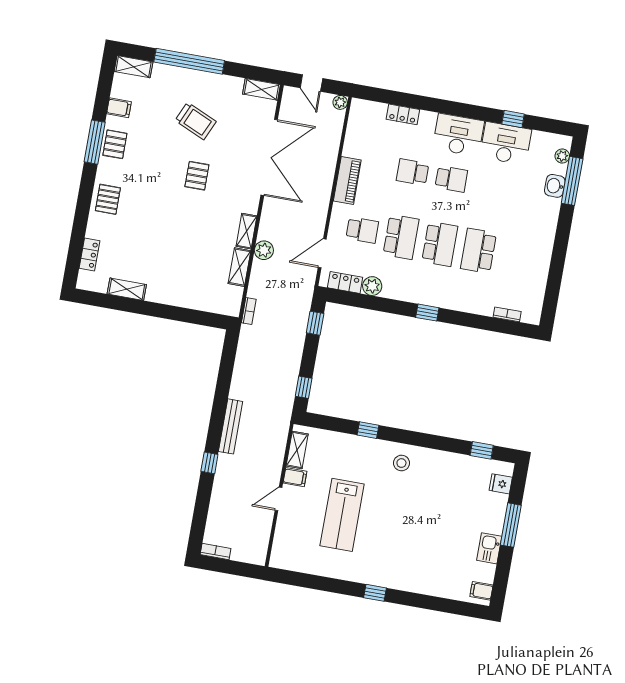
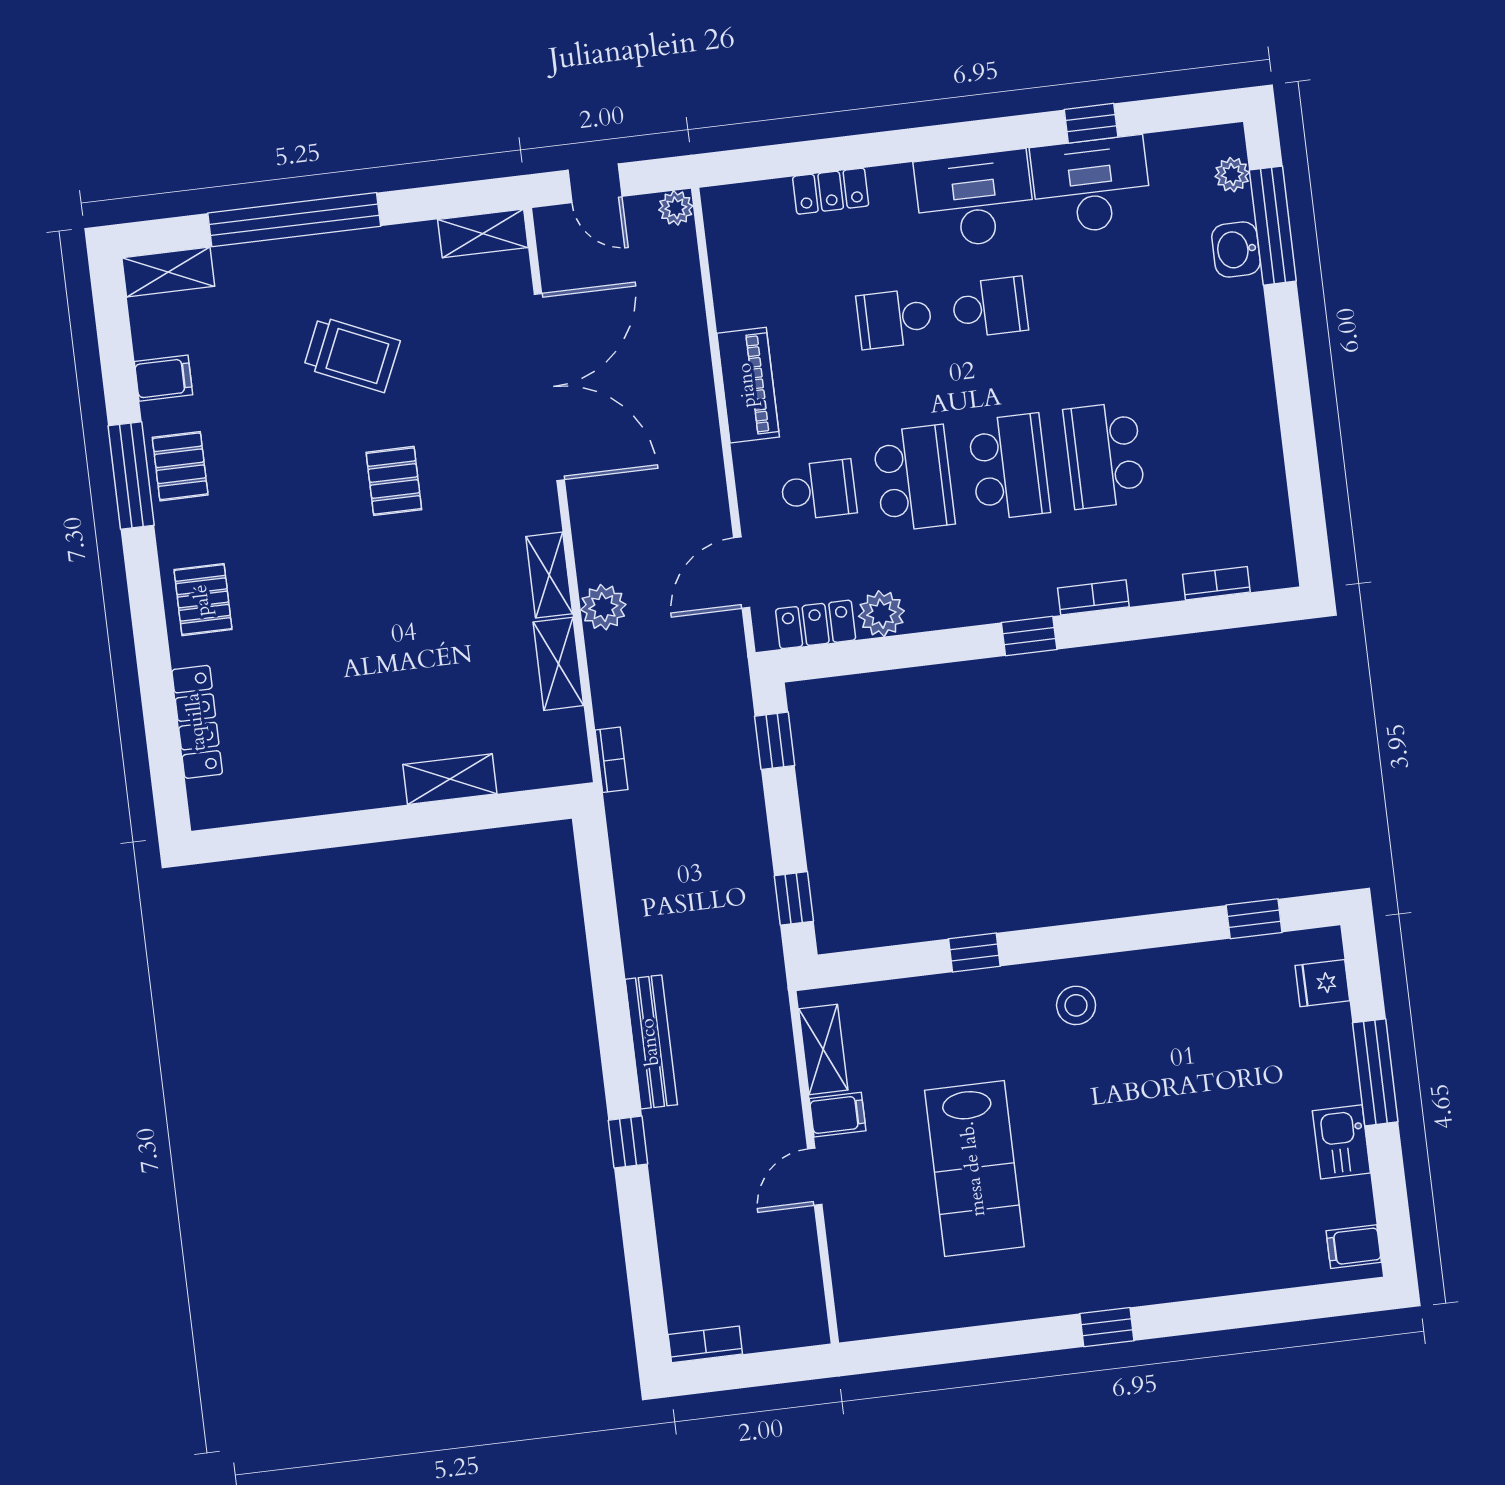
locker: (89, 254) -> (197, 722), width x1.53
shelving: (127, 289) -> (450, 779), moved
bookcase: (457, 305) -> (1093, 597), added

